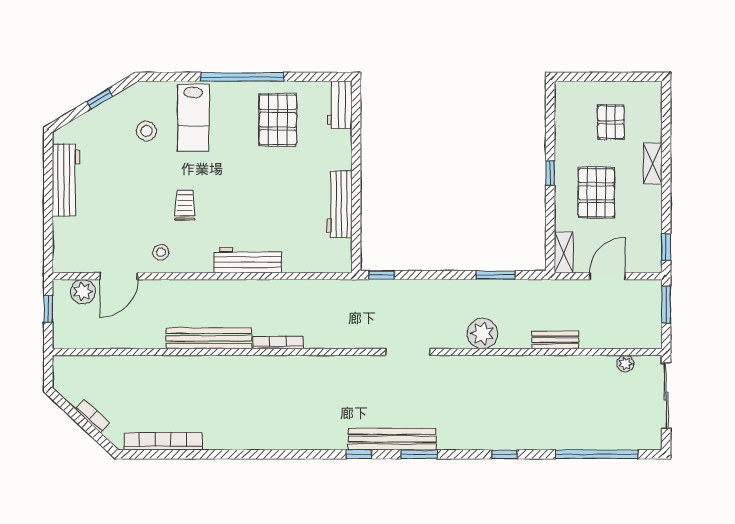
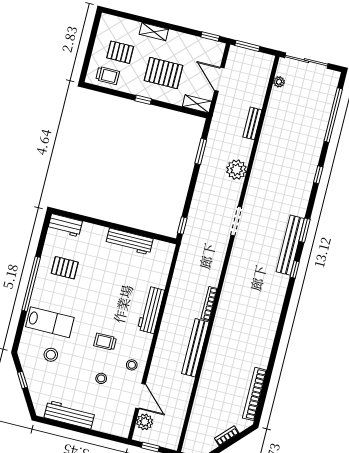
trolley: (572, 112) -> (108, 76), added
pallet: (278, 120) -> (65, 268), width x0.67, depth x0.71
stool: (130, 213) -> (101, 378), added

